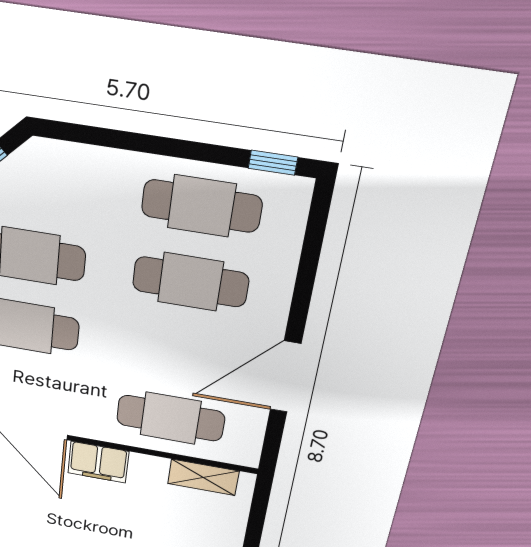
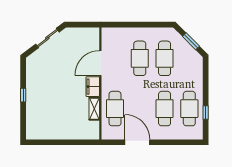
window: (273, 163) -> (206, 113), moved
shelving: (203, 477) -> (94, 109), moved

